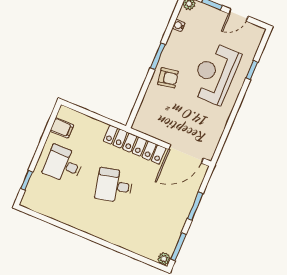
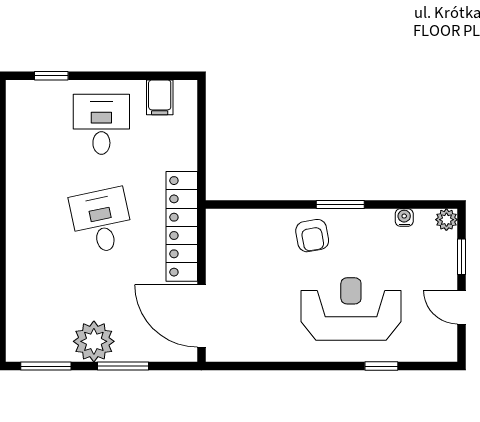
plant: (164, 259) -> (94, 341), moved, width x1.87, depth x1.87

